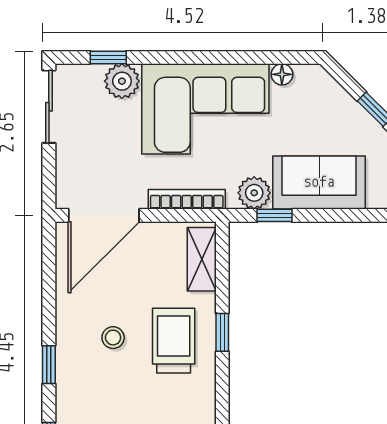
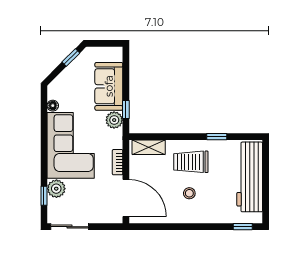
bookcase: (187, 199) -> (118, 162), width x0.64
window: (222, 332) -> (217, 137), moved
window: (49, 365) -> (203, 227), removed

